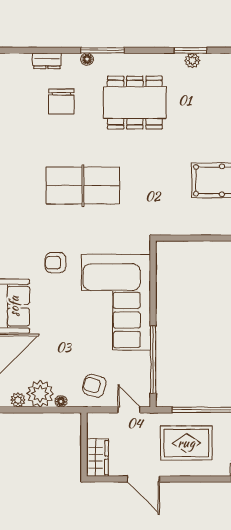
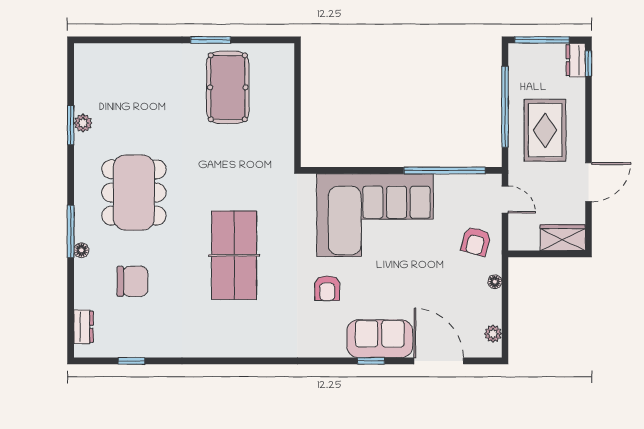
dresser: (47, 61) -> (83, 327), moved
plant: (40, 394) -> (485, 307), removed
door: (129, 410) -> (505, 200), swing flipped

